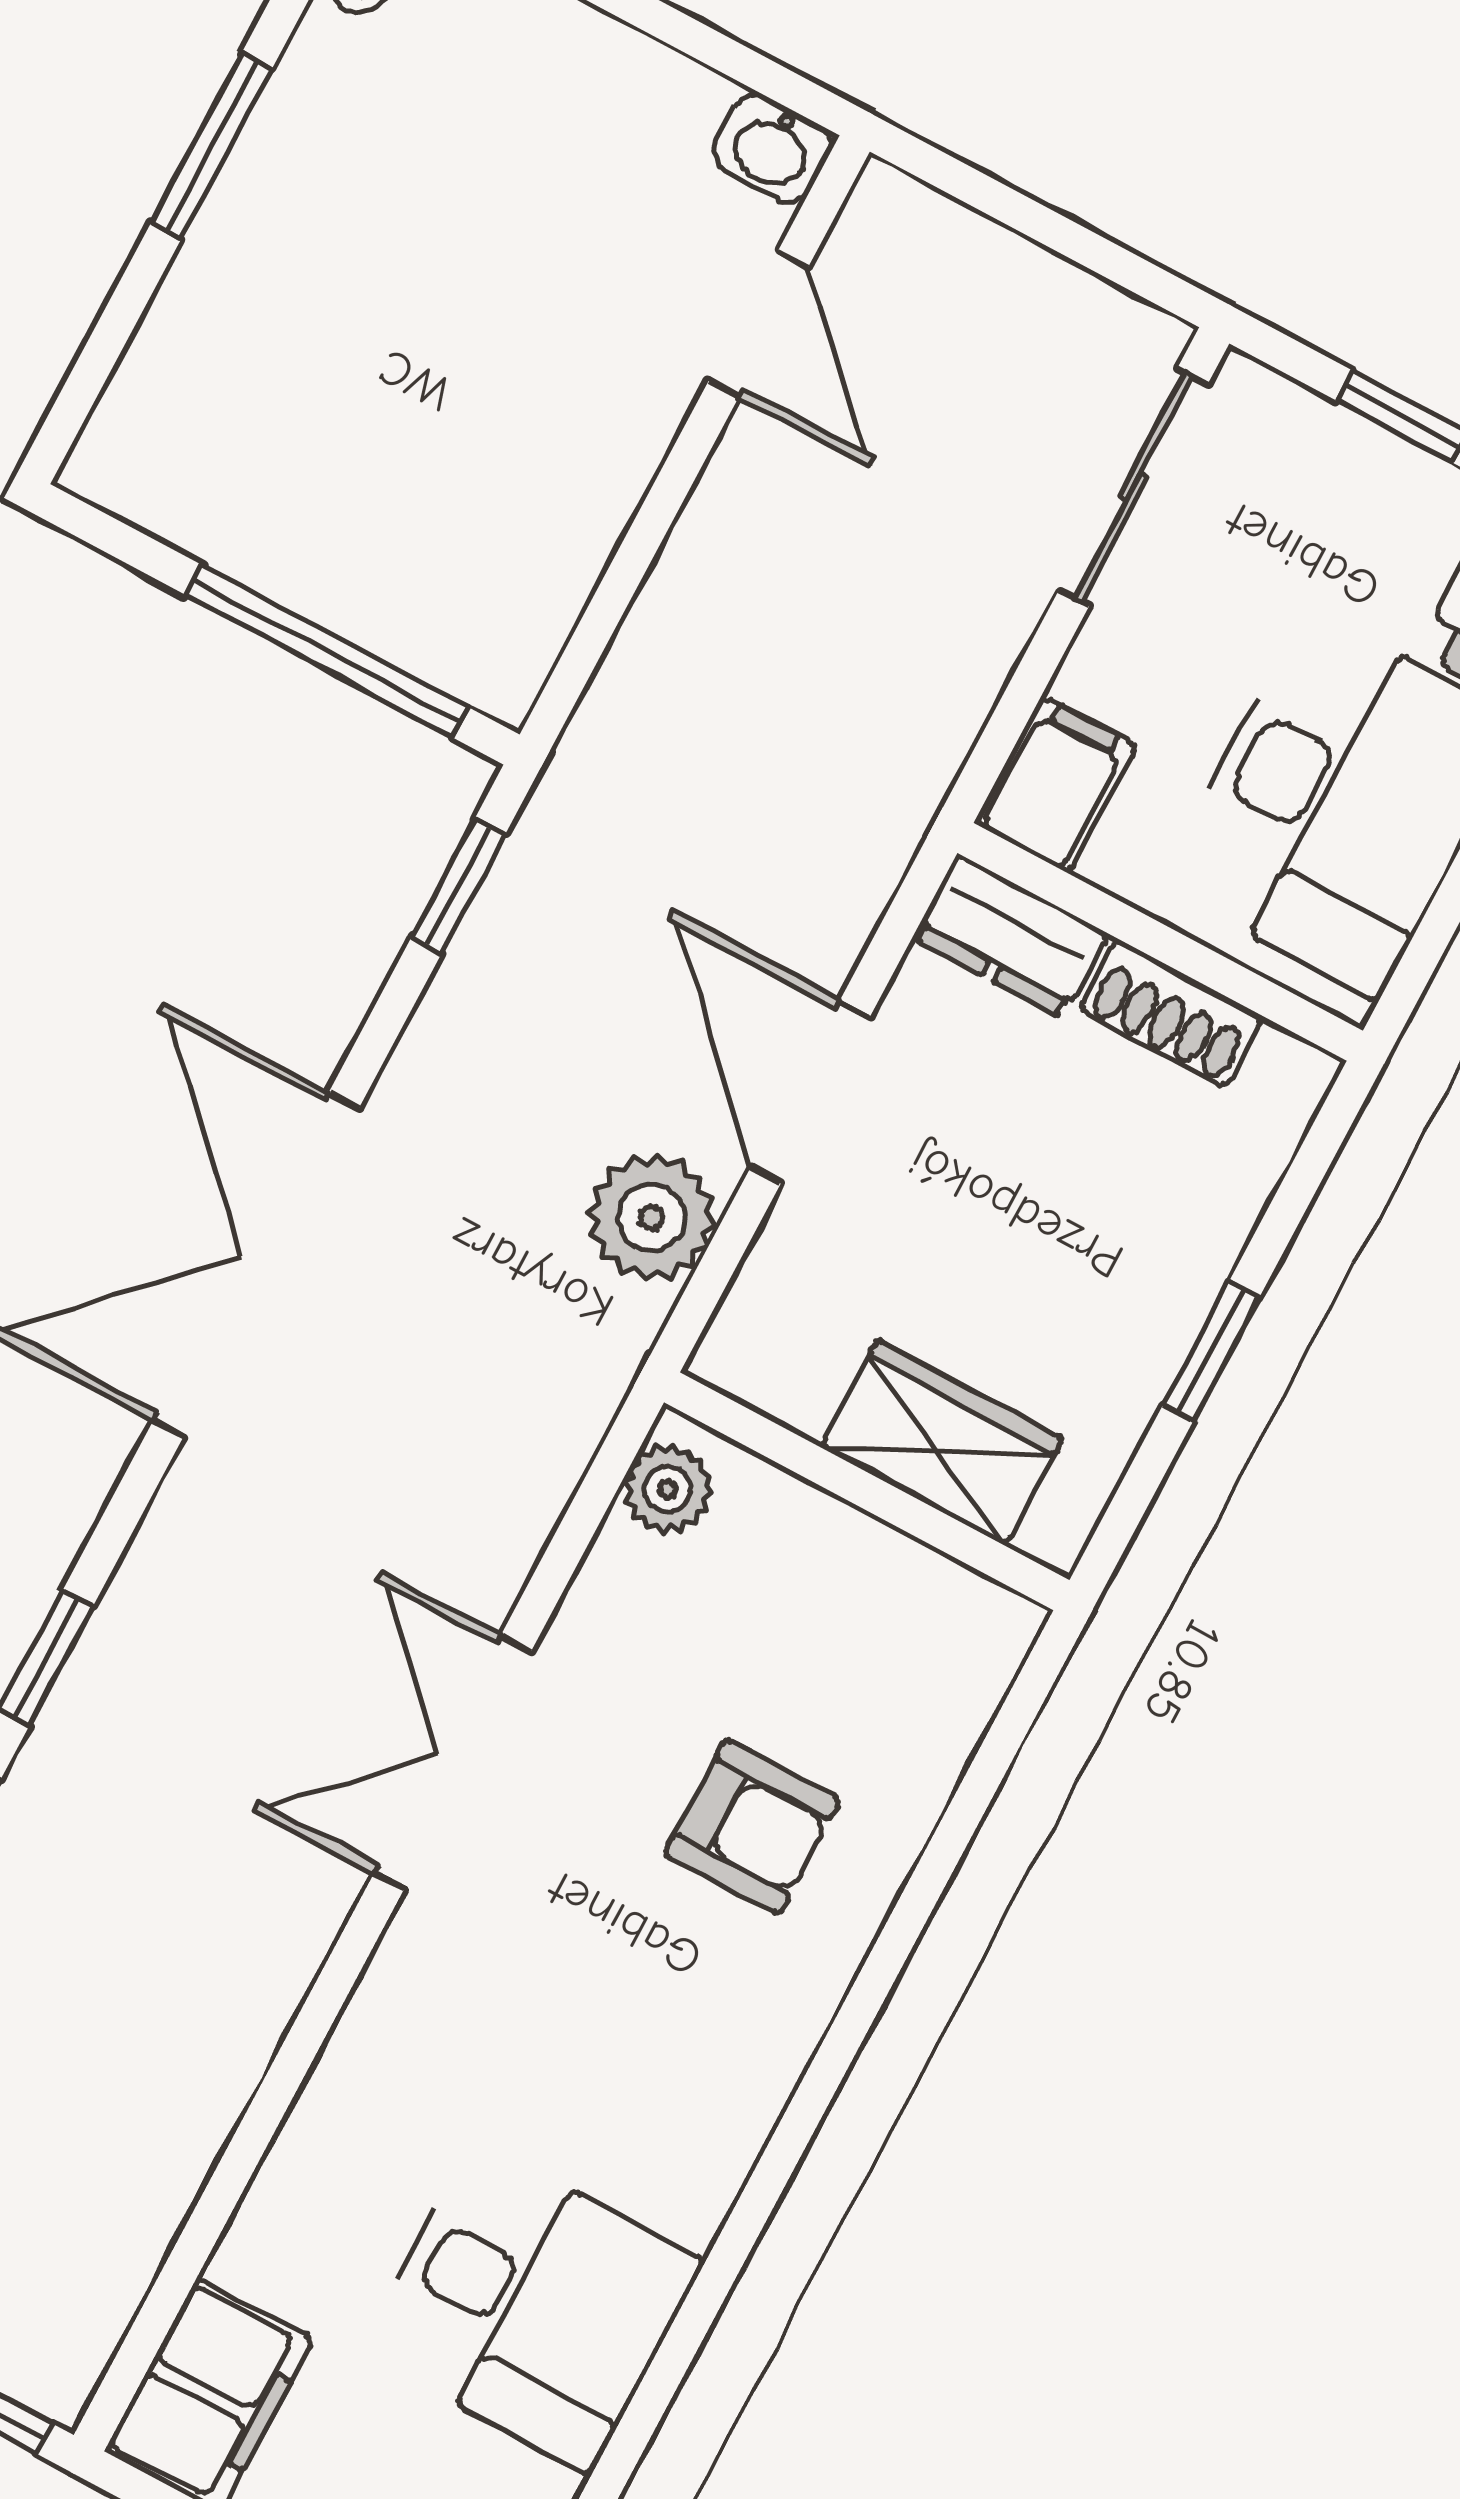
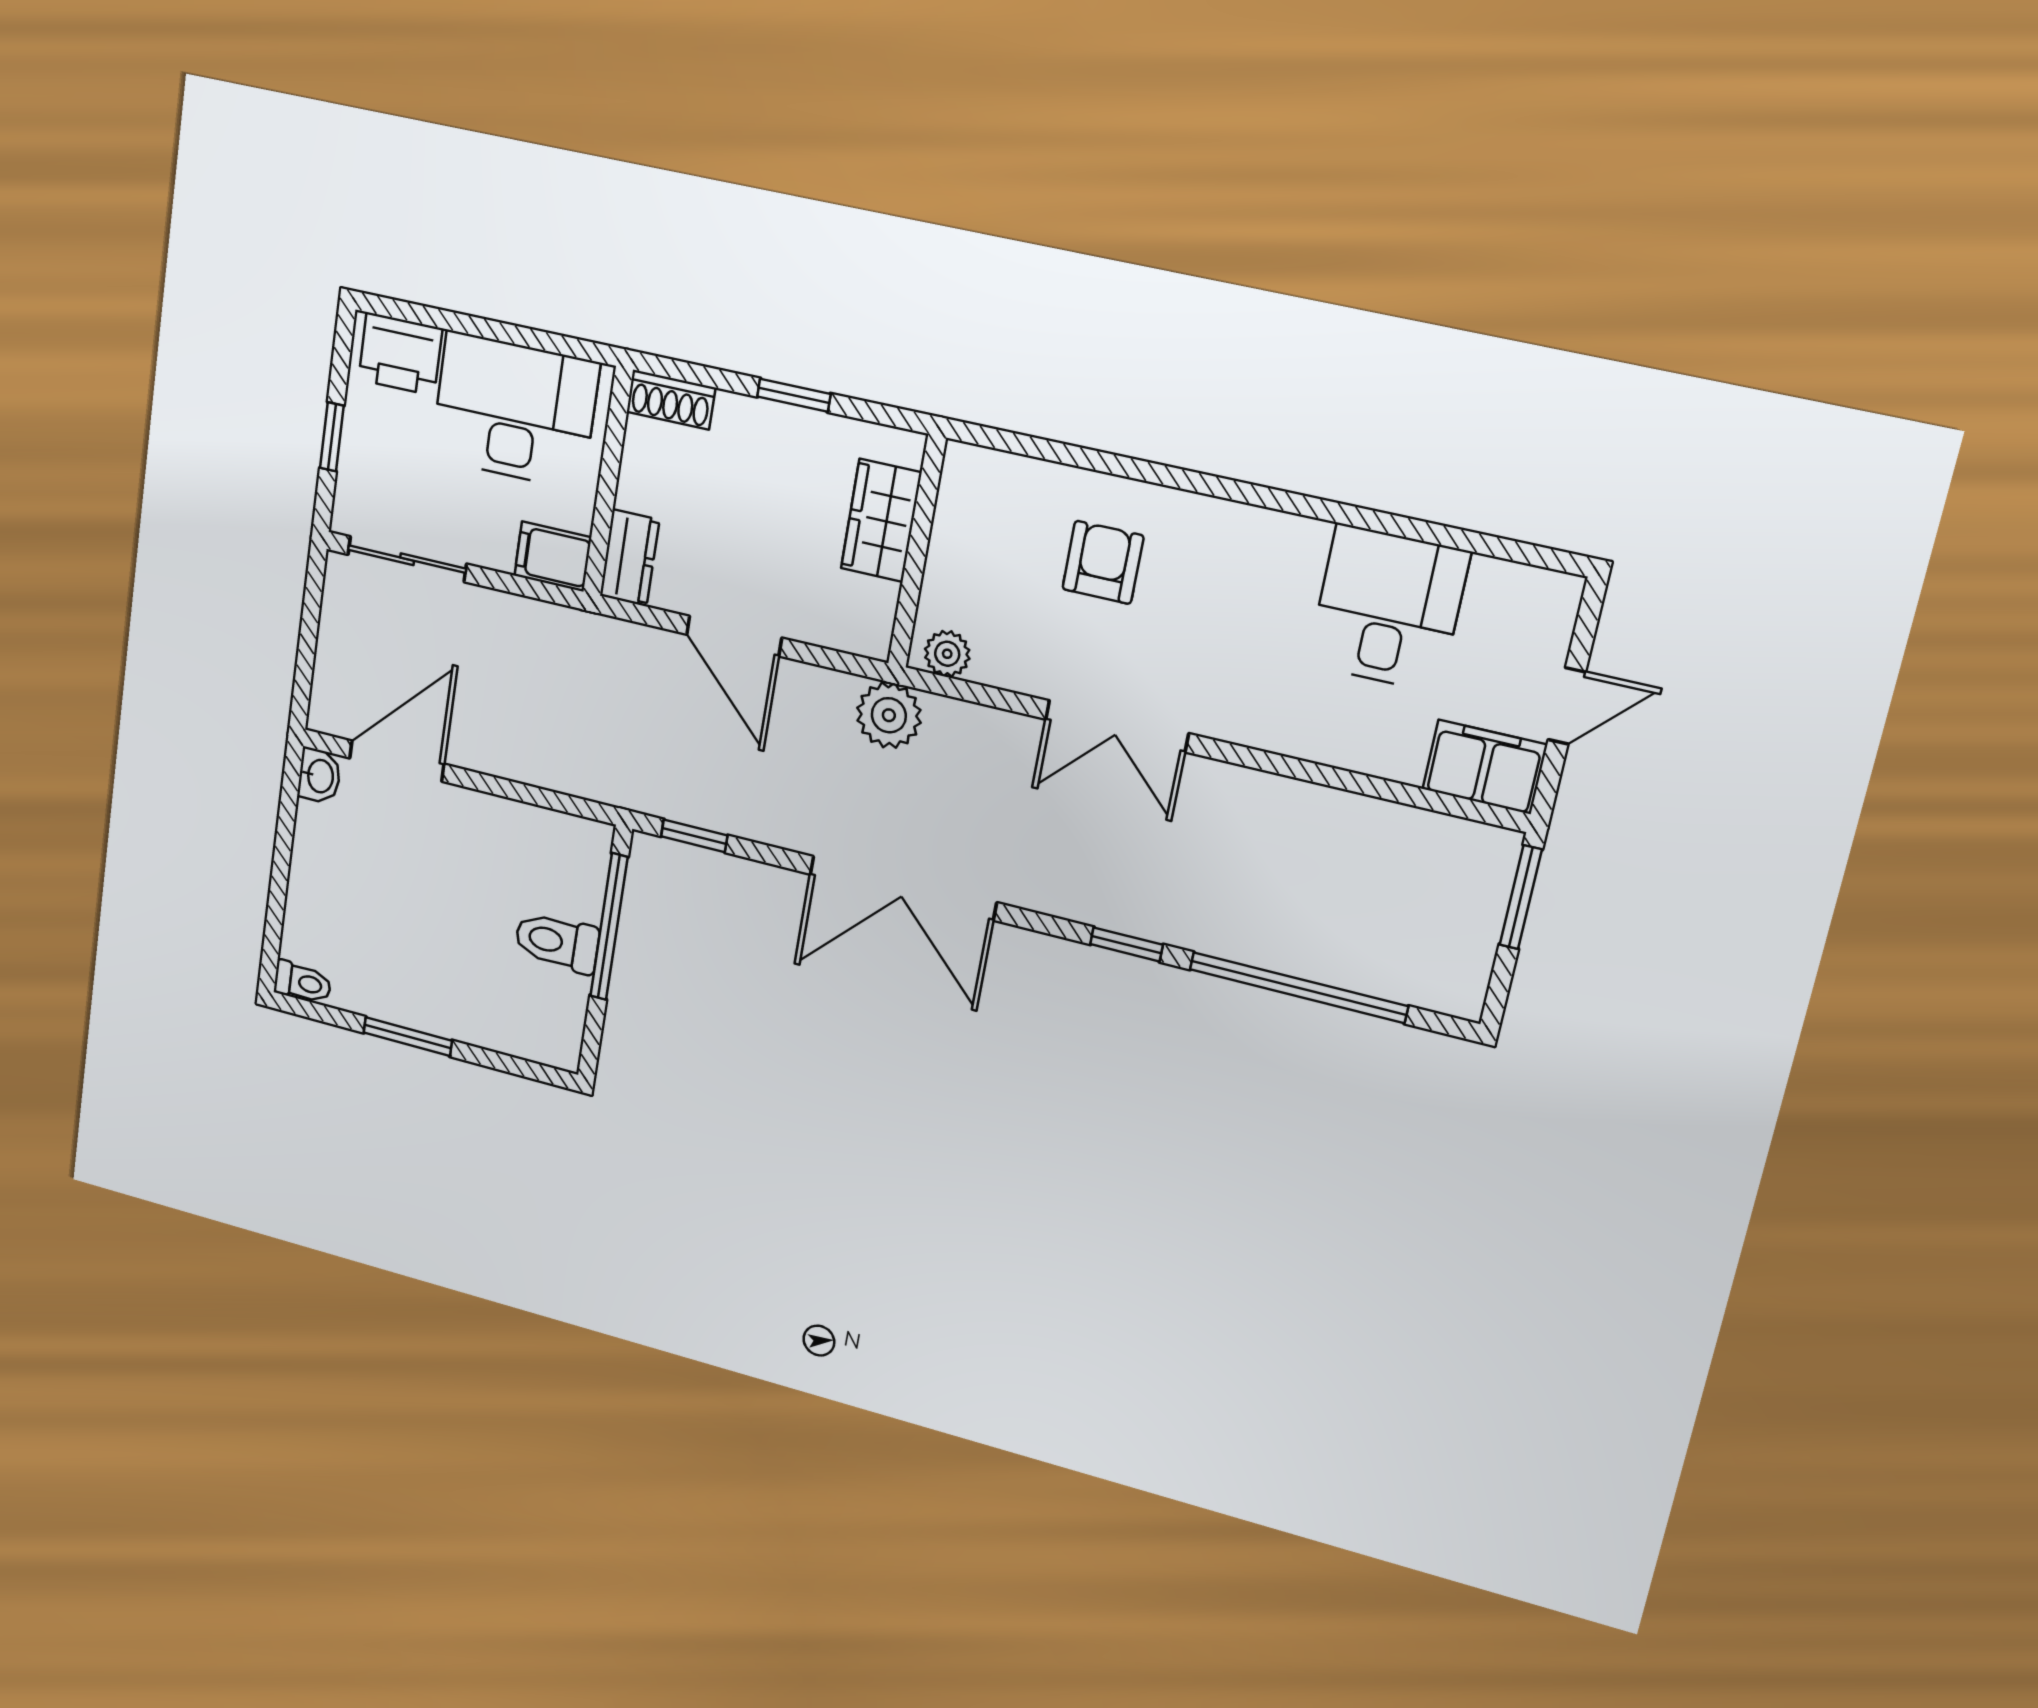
door: (758, 324) -> (397, 761), width x1.38
toilet: (323, 532) -> (557, 942), added
shoe rack: (1172, 1013) -> (671, 400), moved, turned 90
door: (811, 1092) -> (734, 636), hinge flipped
plant: (652, 1218) -> (889, 715), moved

